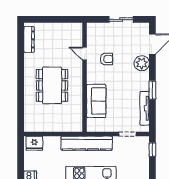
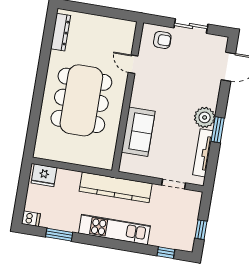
armchair: (107, 59) -> (162, 40), moved
plant: (142, 63) -> (205, 117), moved
dining table: (52, 85) -> (81, 100), width x1.36, depth x1.24
window: (152, 150) -> (201, 230), moved

